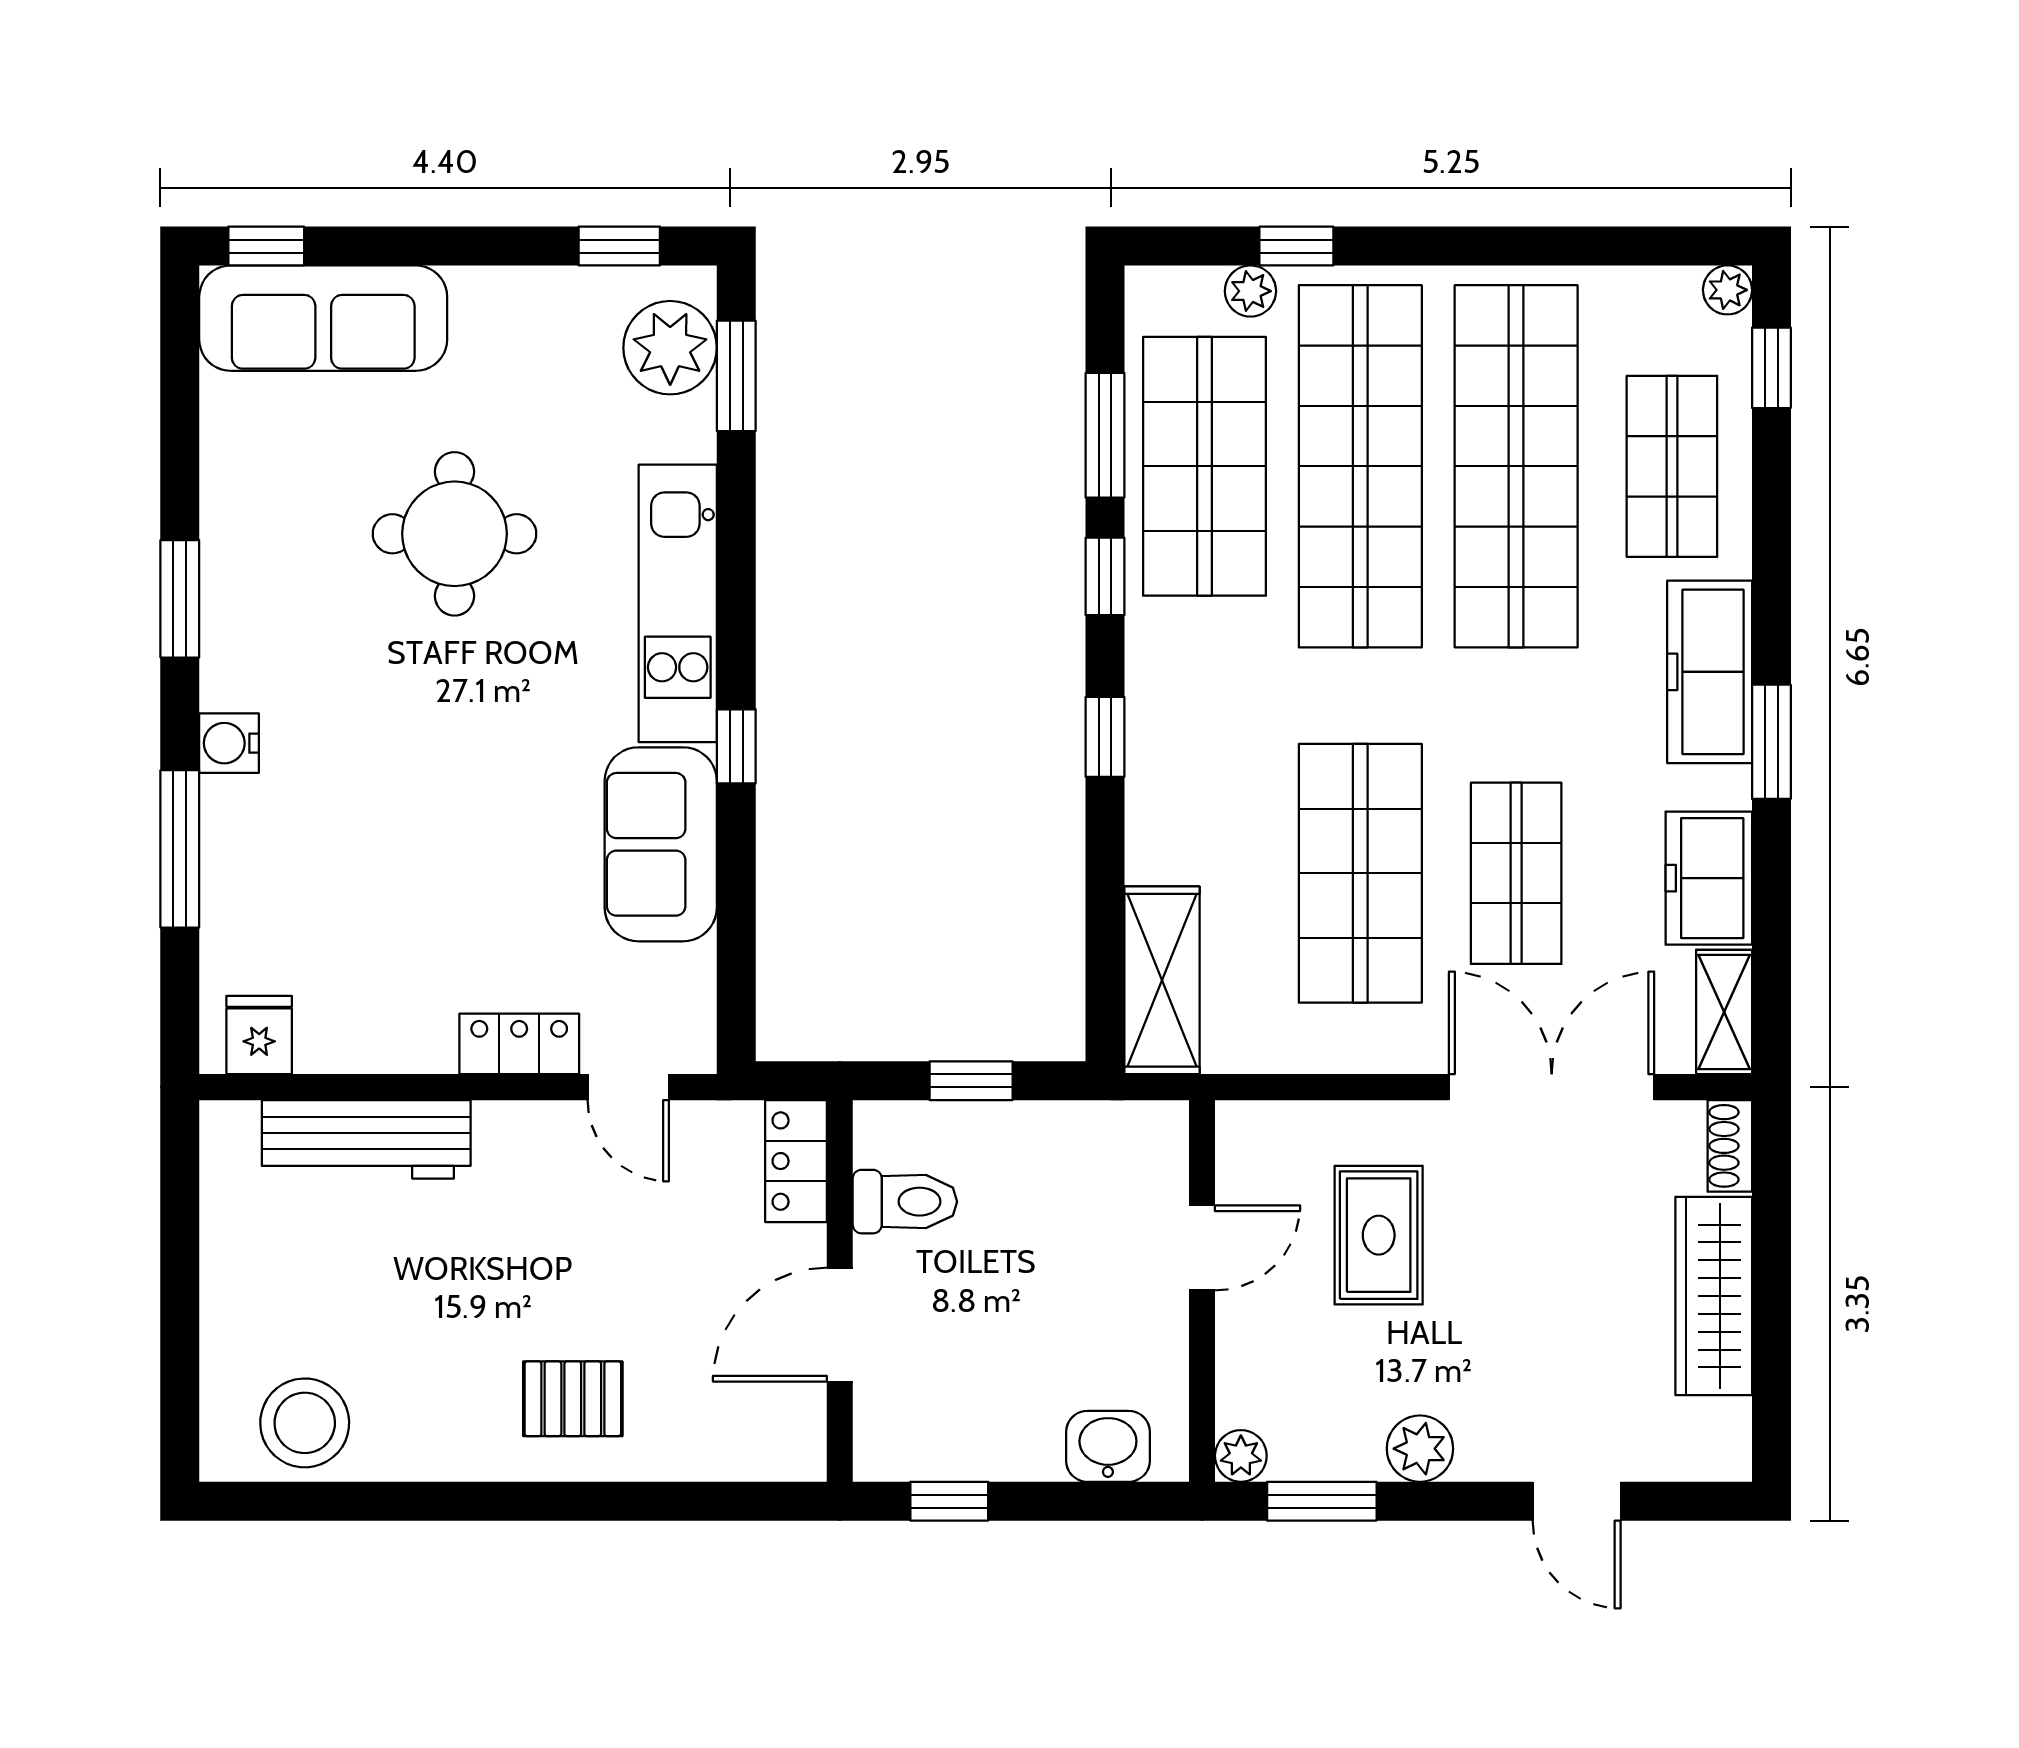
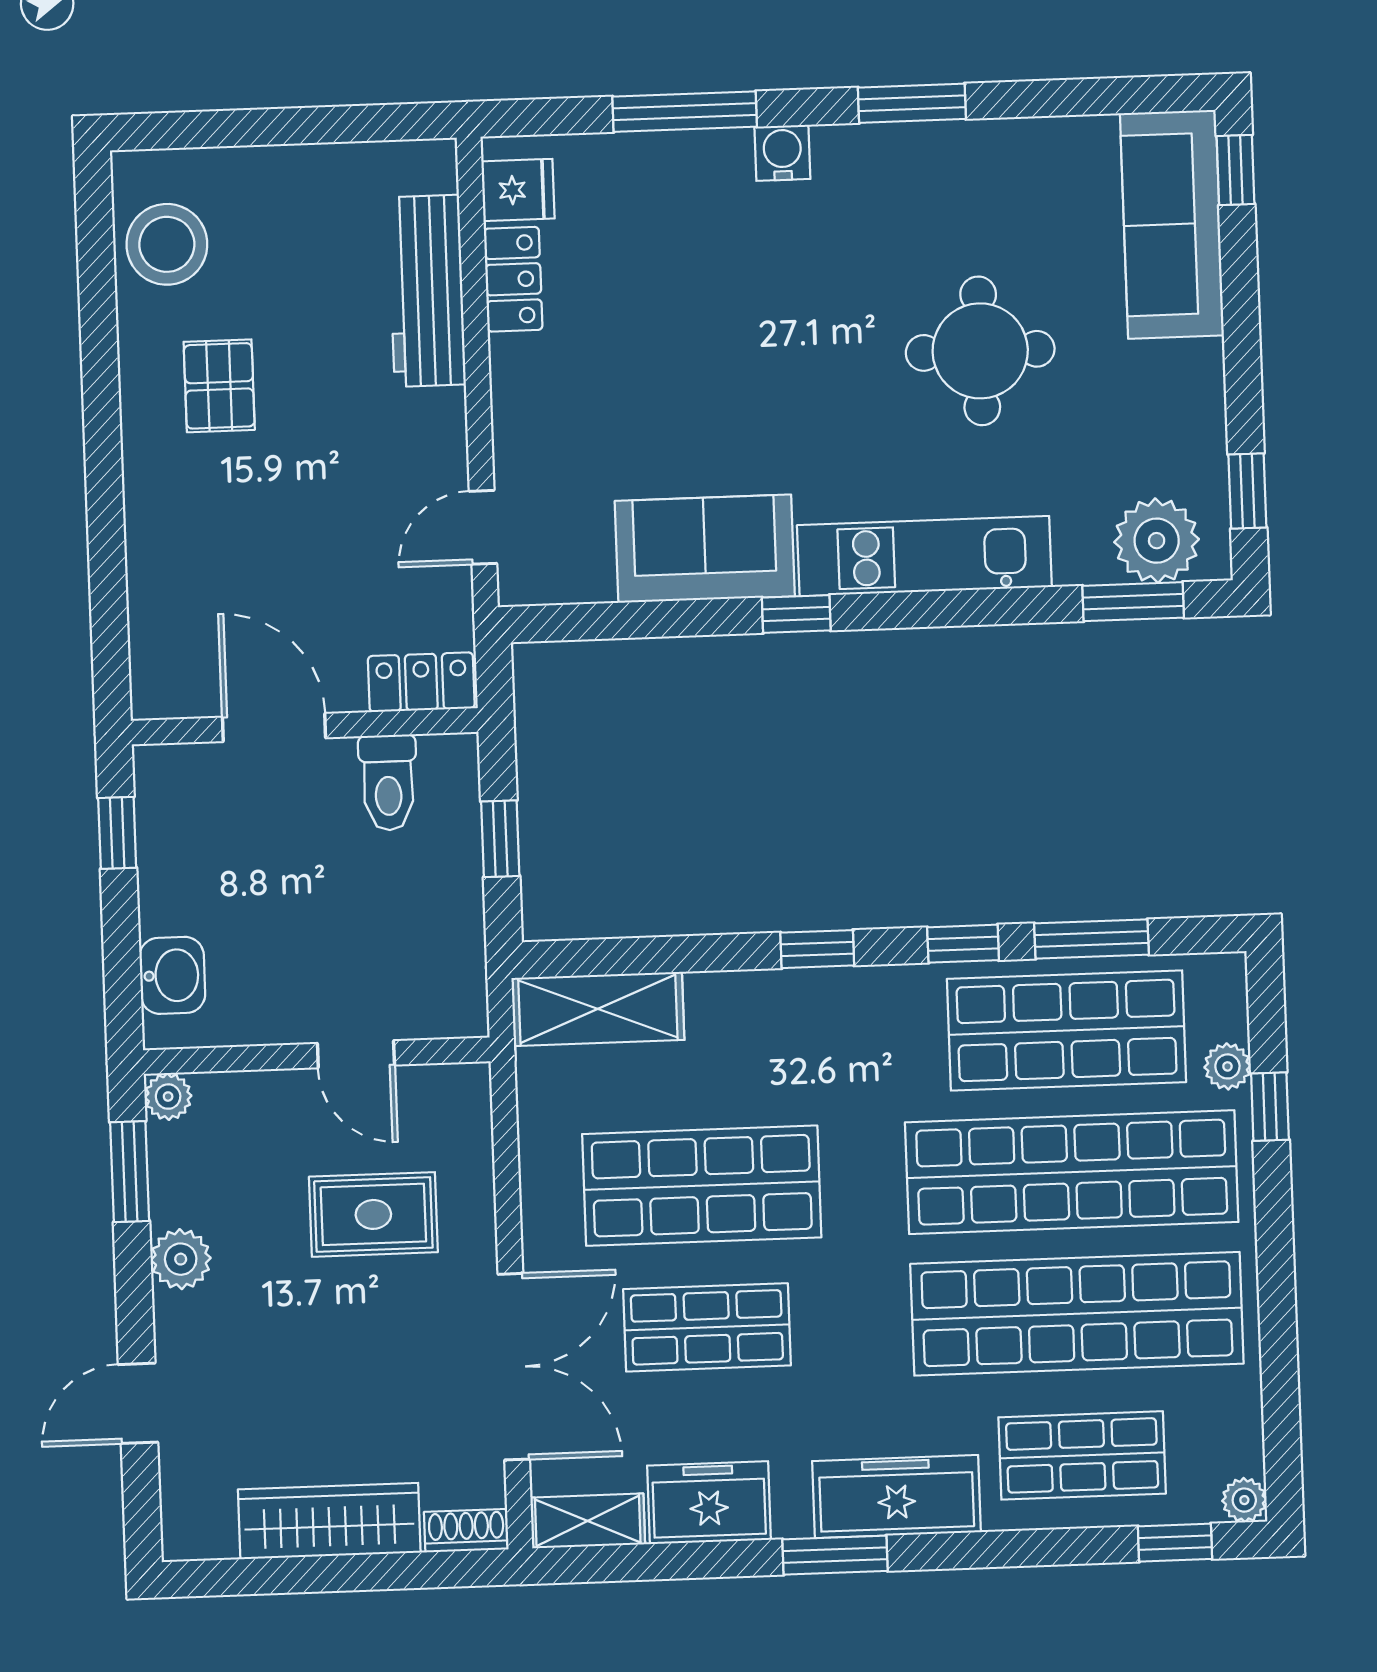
locker: (519, 1044) -> (513, 279), moved
pallet: (573, 1399) -> (219, 386), moved

